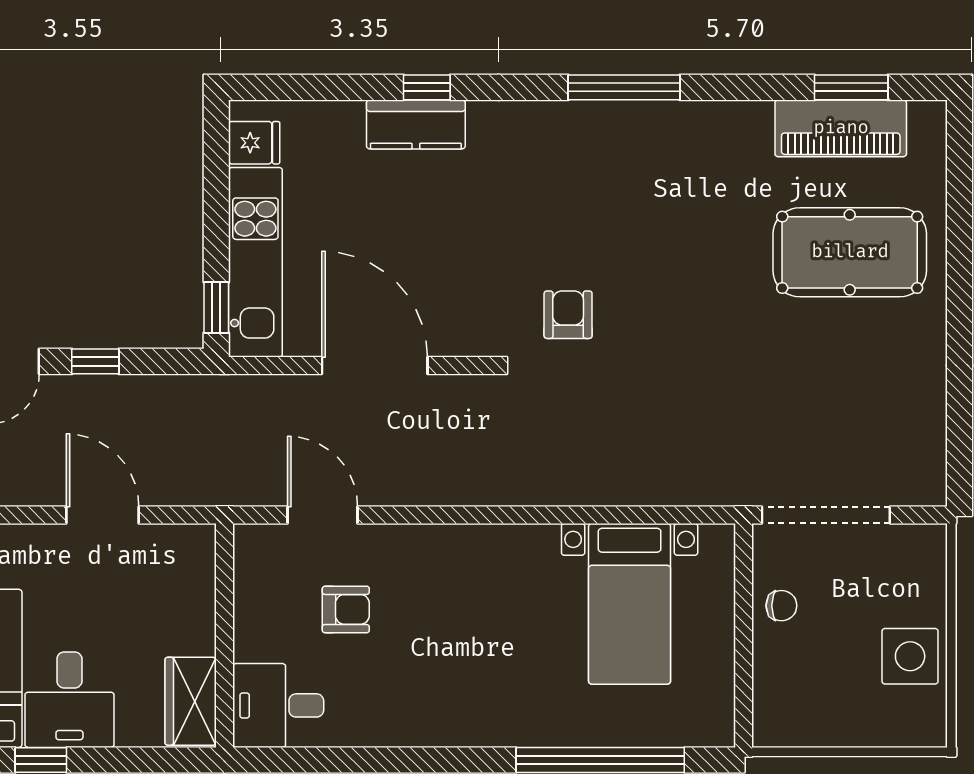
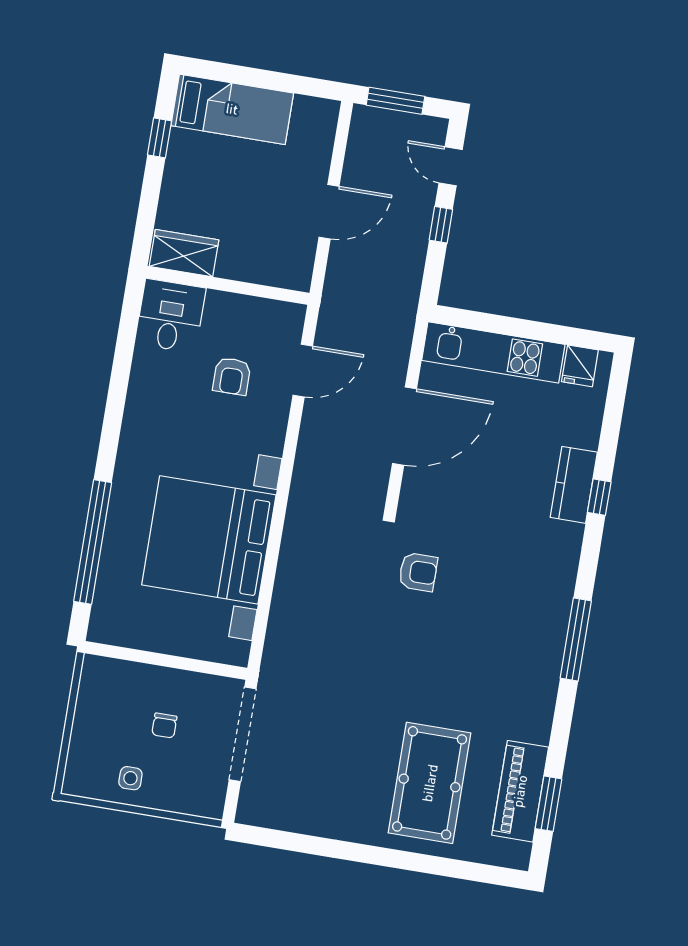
window: (216, 307) -> (465, 319), removed
bed with nightstands: (630, 604) -> (209, 540), width x1.85
chair: (781, 606) -> (164, 726), moved
side table: (910, 656) -> (130, 778), width x0.54, depth x0.54
desk: (69, 700) -> (200, 166), removed

